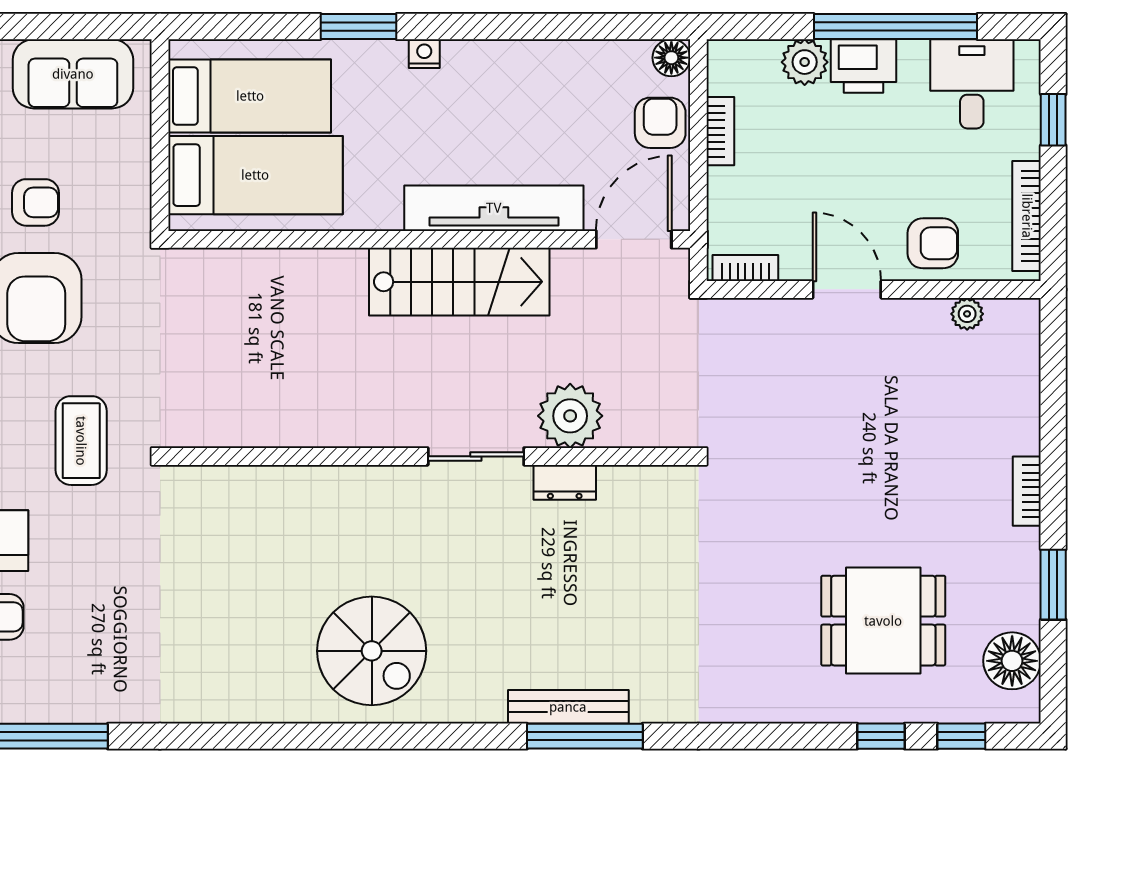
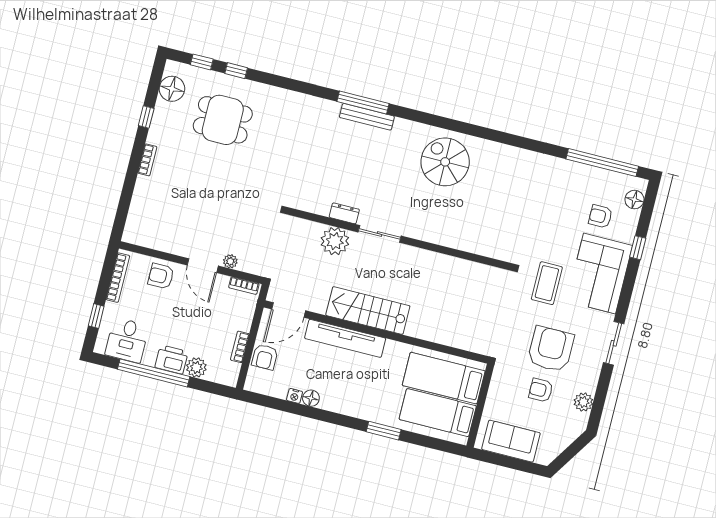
nightstand: (424, 54) -> (295, 396), moved
floor lamp: (671, 58) -> (311, 398), moved
plant: (967, 314) -> (230, 261), moved
window: (1053, 585) -> (146, 117), width x0.67

